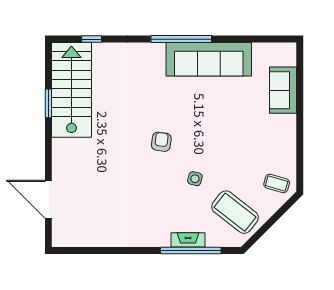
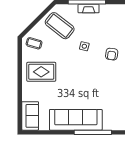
sofa: (283, 90) -> (30, 116), moved
rug: (265, 137) -> (41, 72), added
armchair: (161, 142) -> (112, 54), moved

